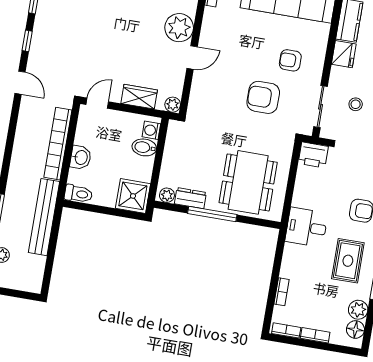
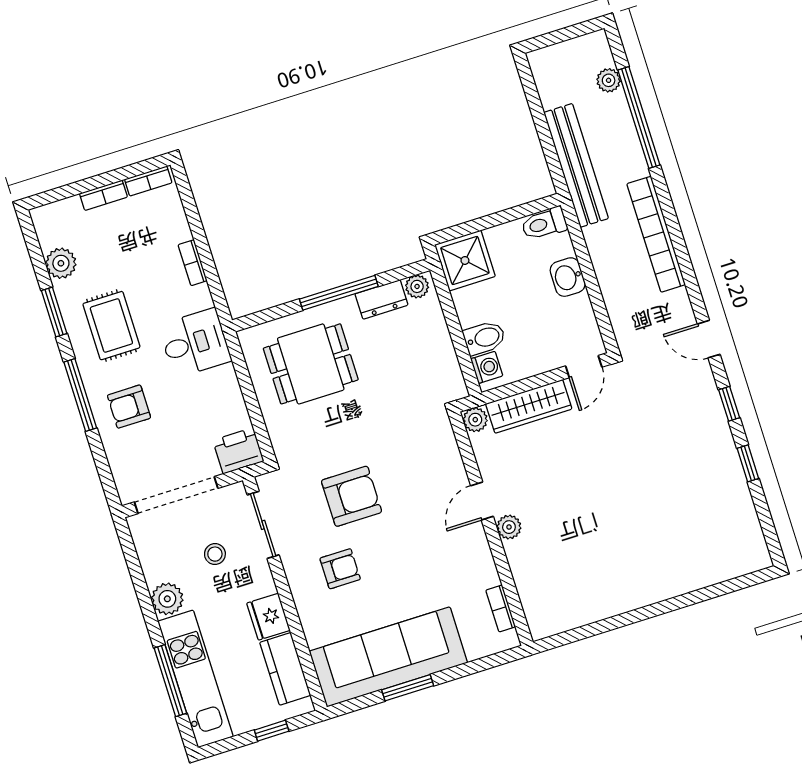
plant: (179, 28) -> (509, 527), width x0.53, depth x0.53
wardrobe: (139, 97) -> (529, 406), width x1.50
bookcase: (58, 144) -> (656, 234), moved, turned 180
dining table: (248, 182) -> (311, 364), width x0.73
bookcase: (282, 292) -> (193, 263), moved
floor lamp: (355, 329) -> (50, 233), removed

